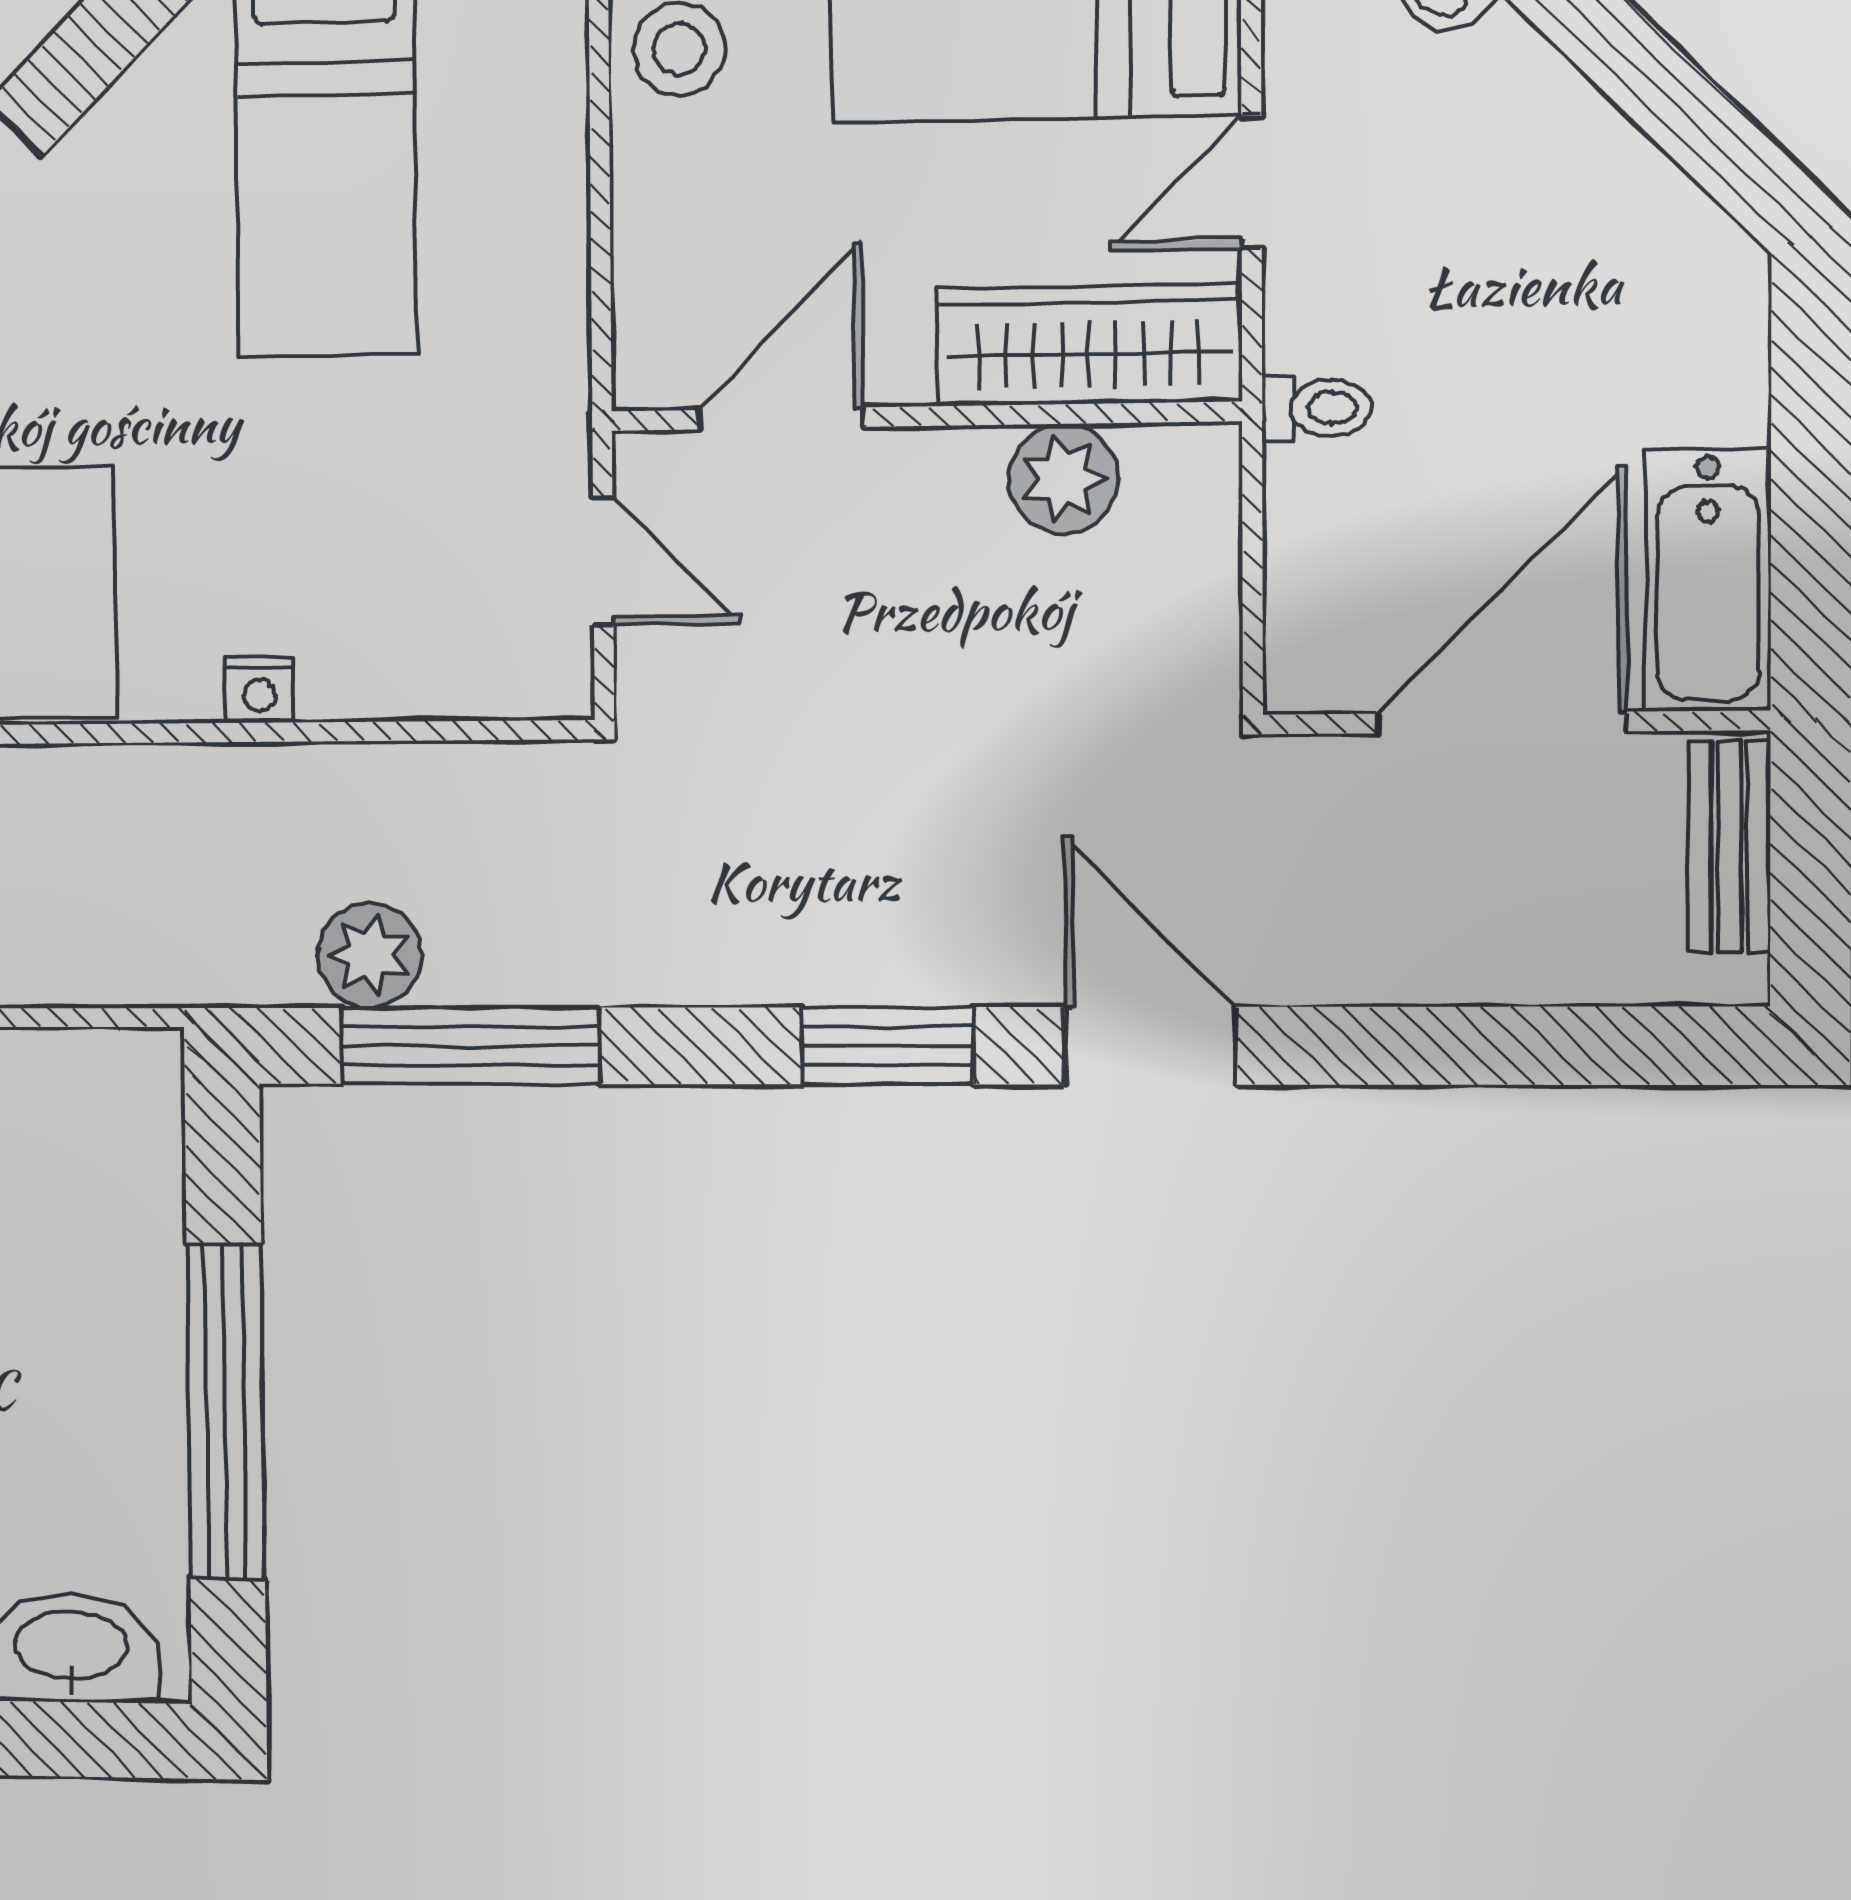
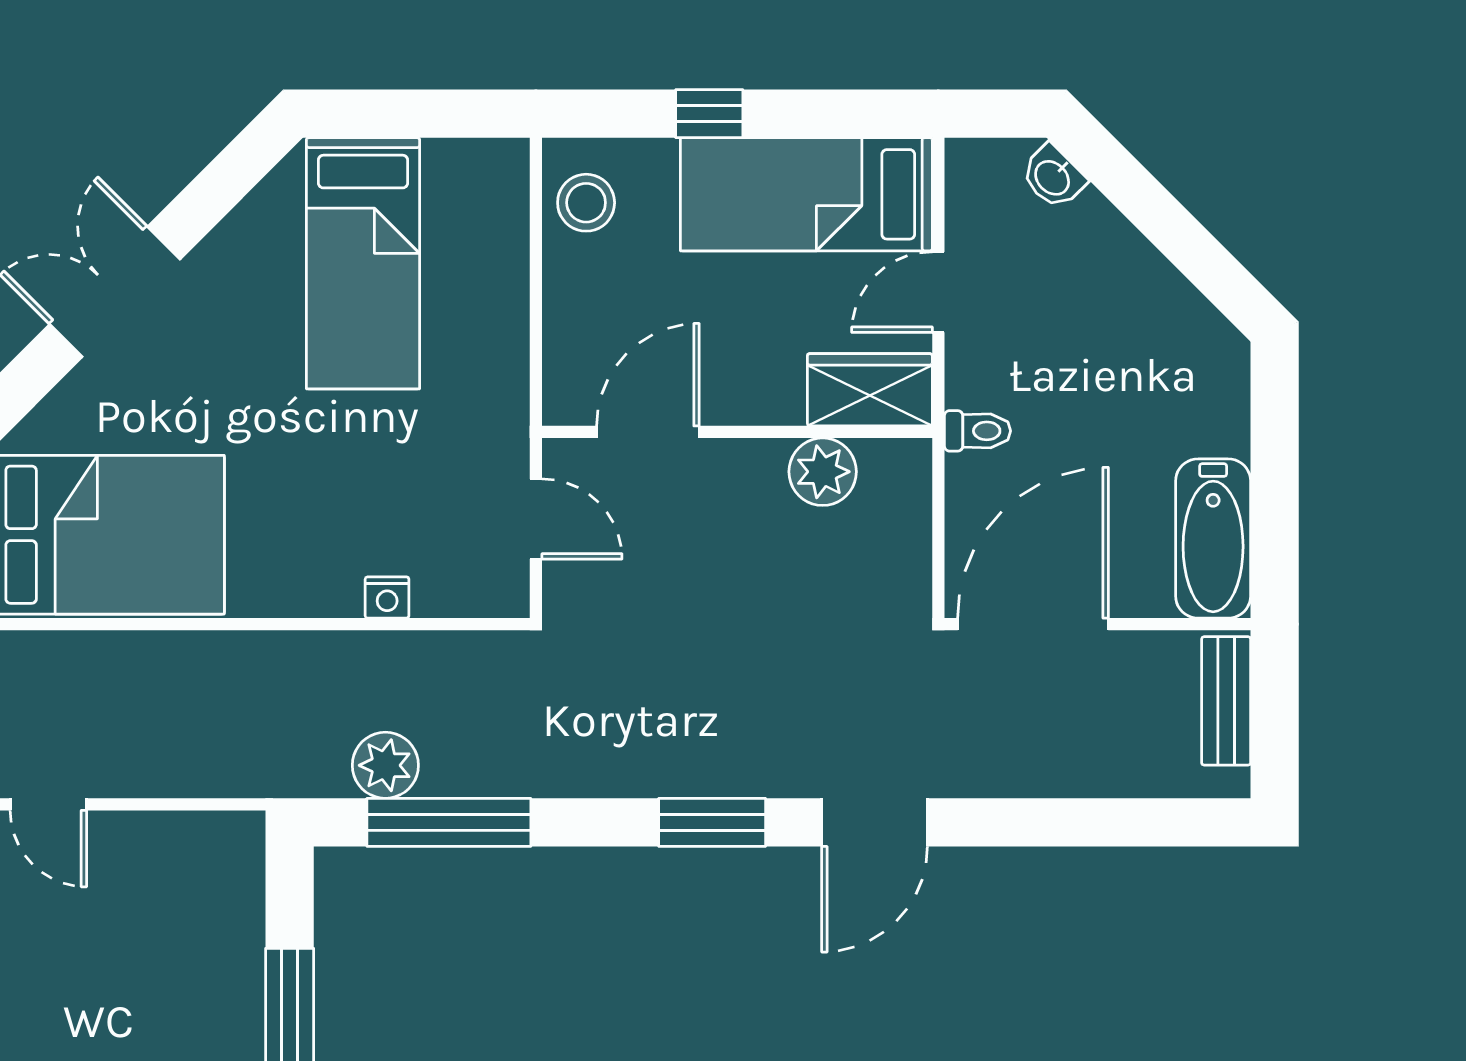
wardrobe: (1089, 345) -> (870, 390), width x0.67
nightstand: (259, 690) -> (387, 597), moved
door: (1502, 722) -> (1033, 624), moved
door: (1150, 1046) -> (875, 822), swing flipped

